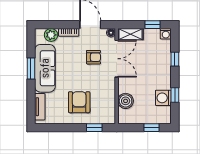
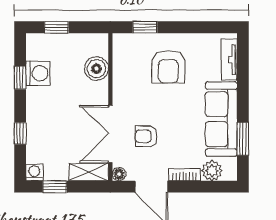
window: (31, 69) -> (243, 139), moved

